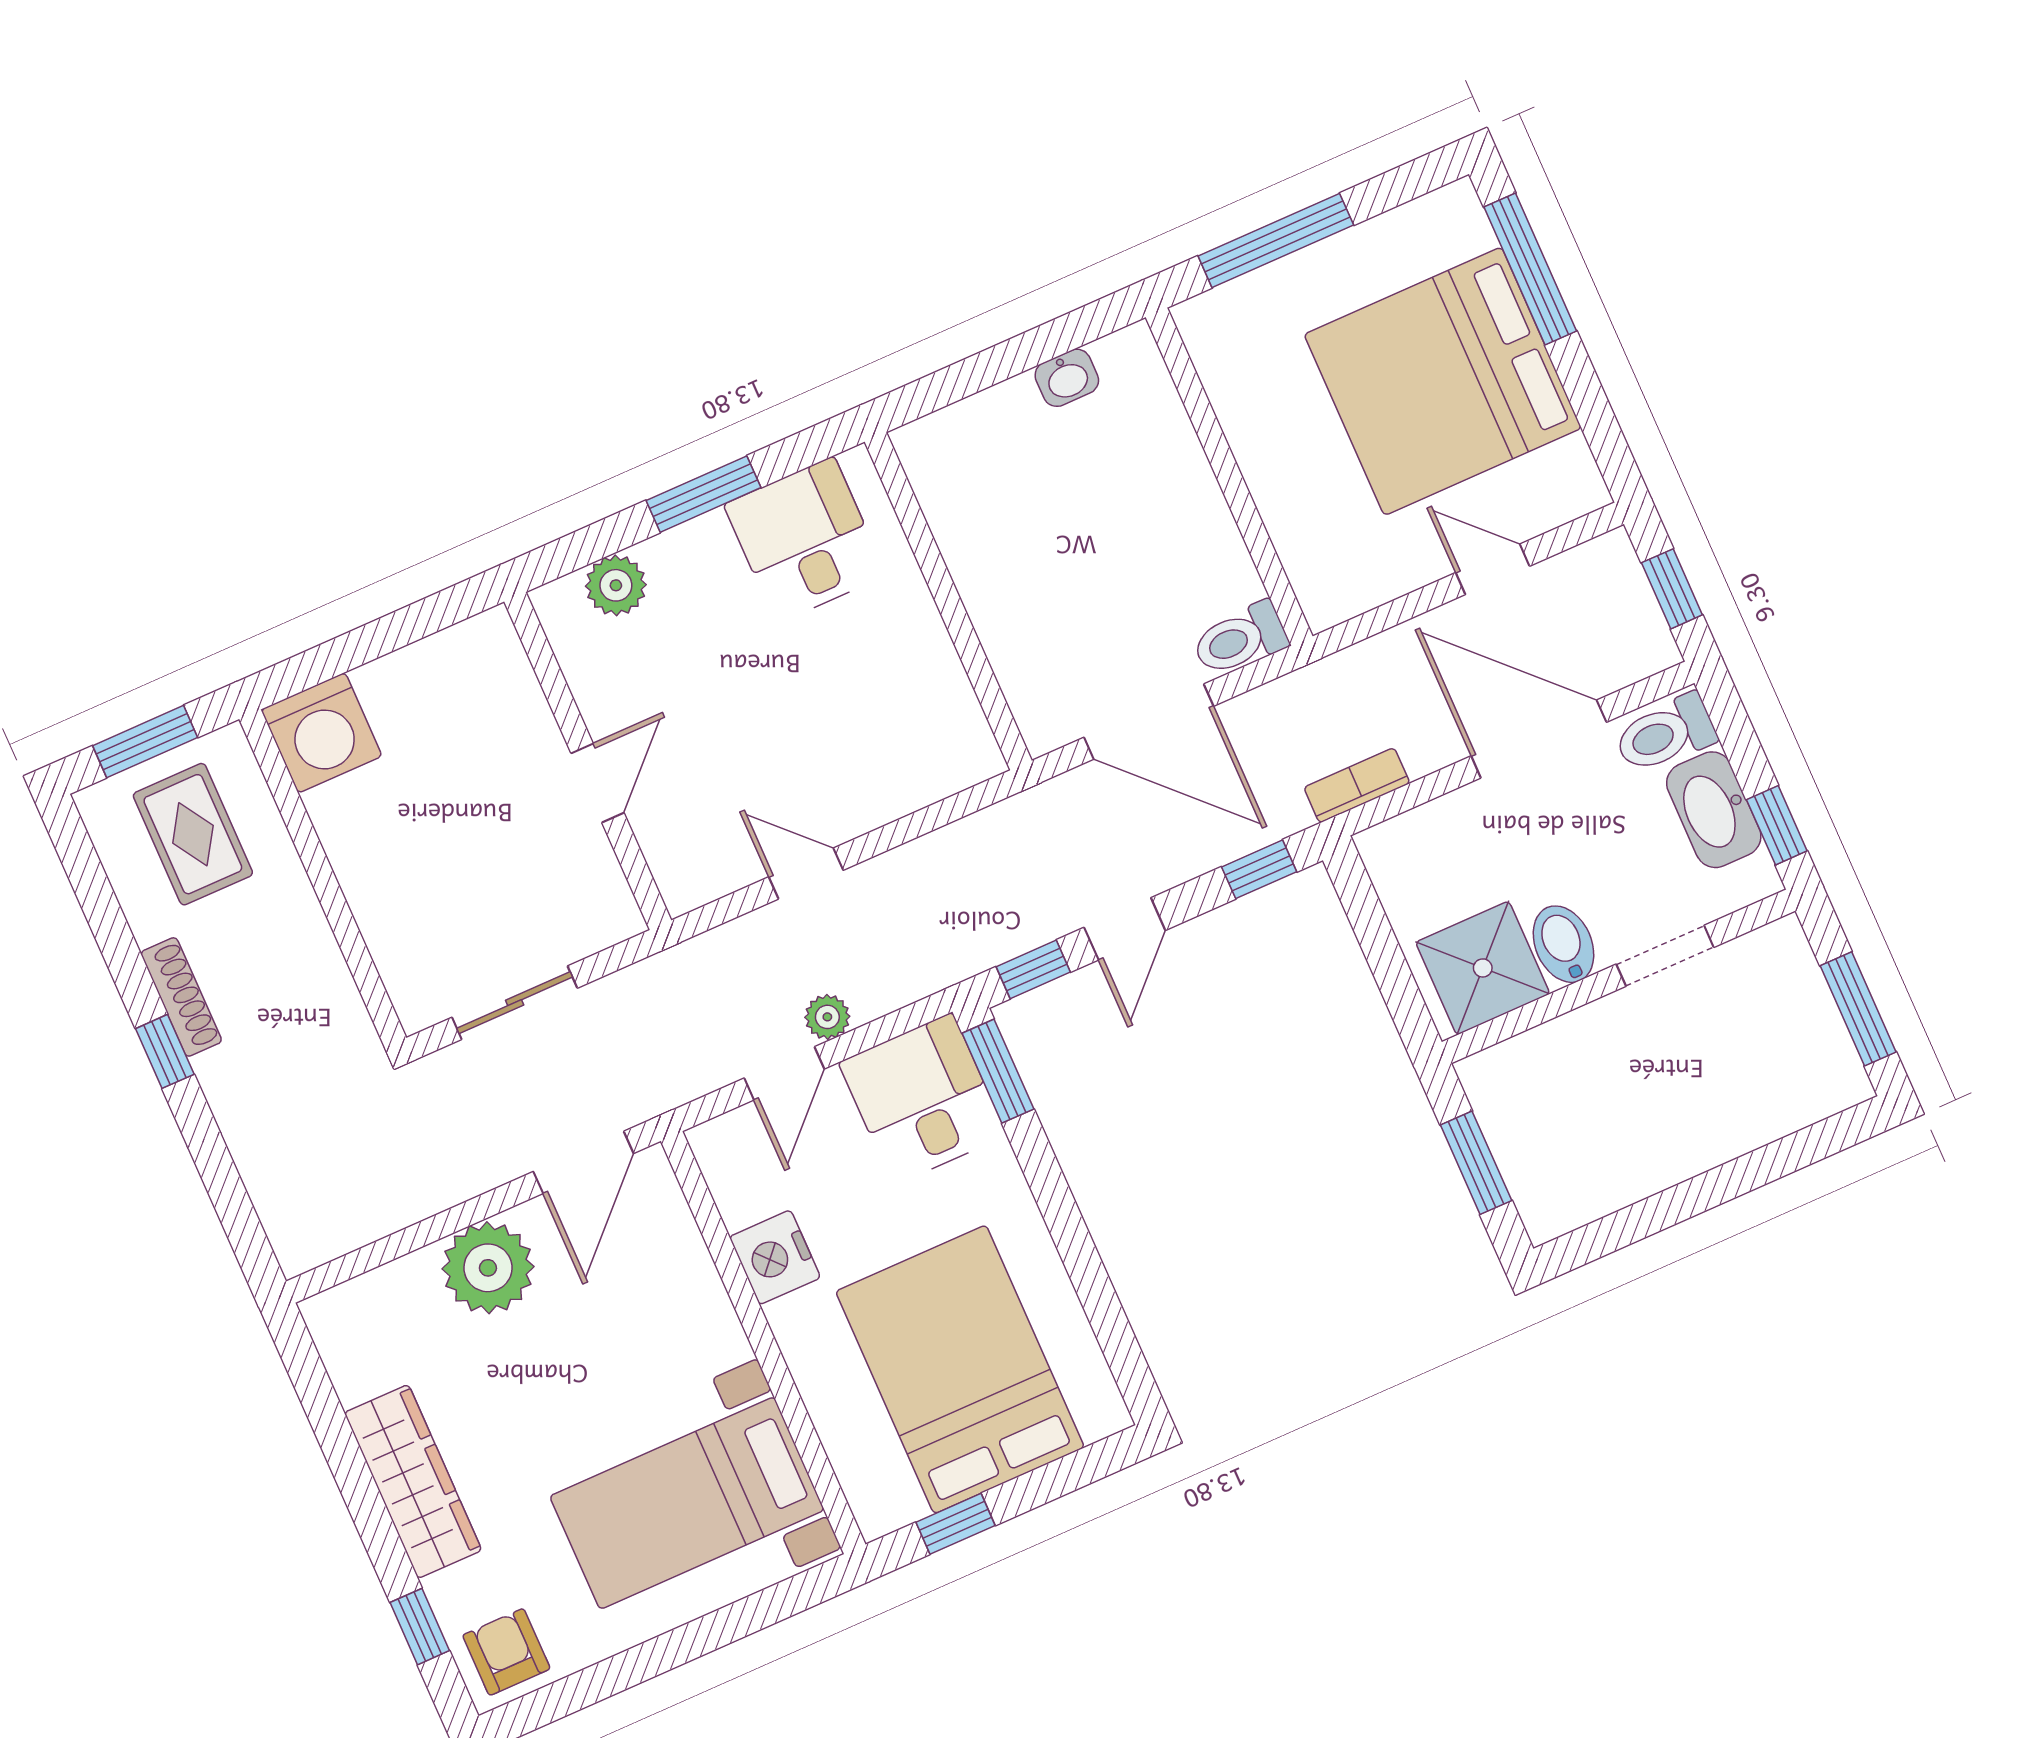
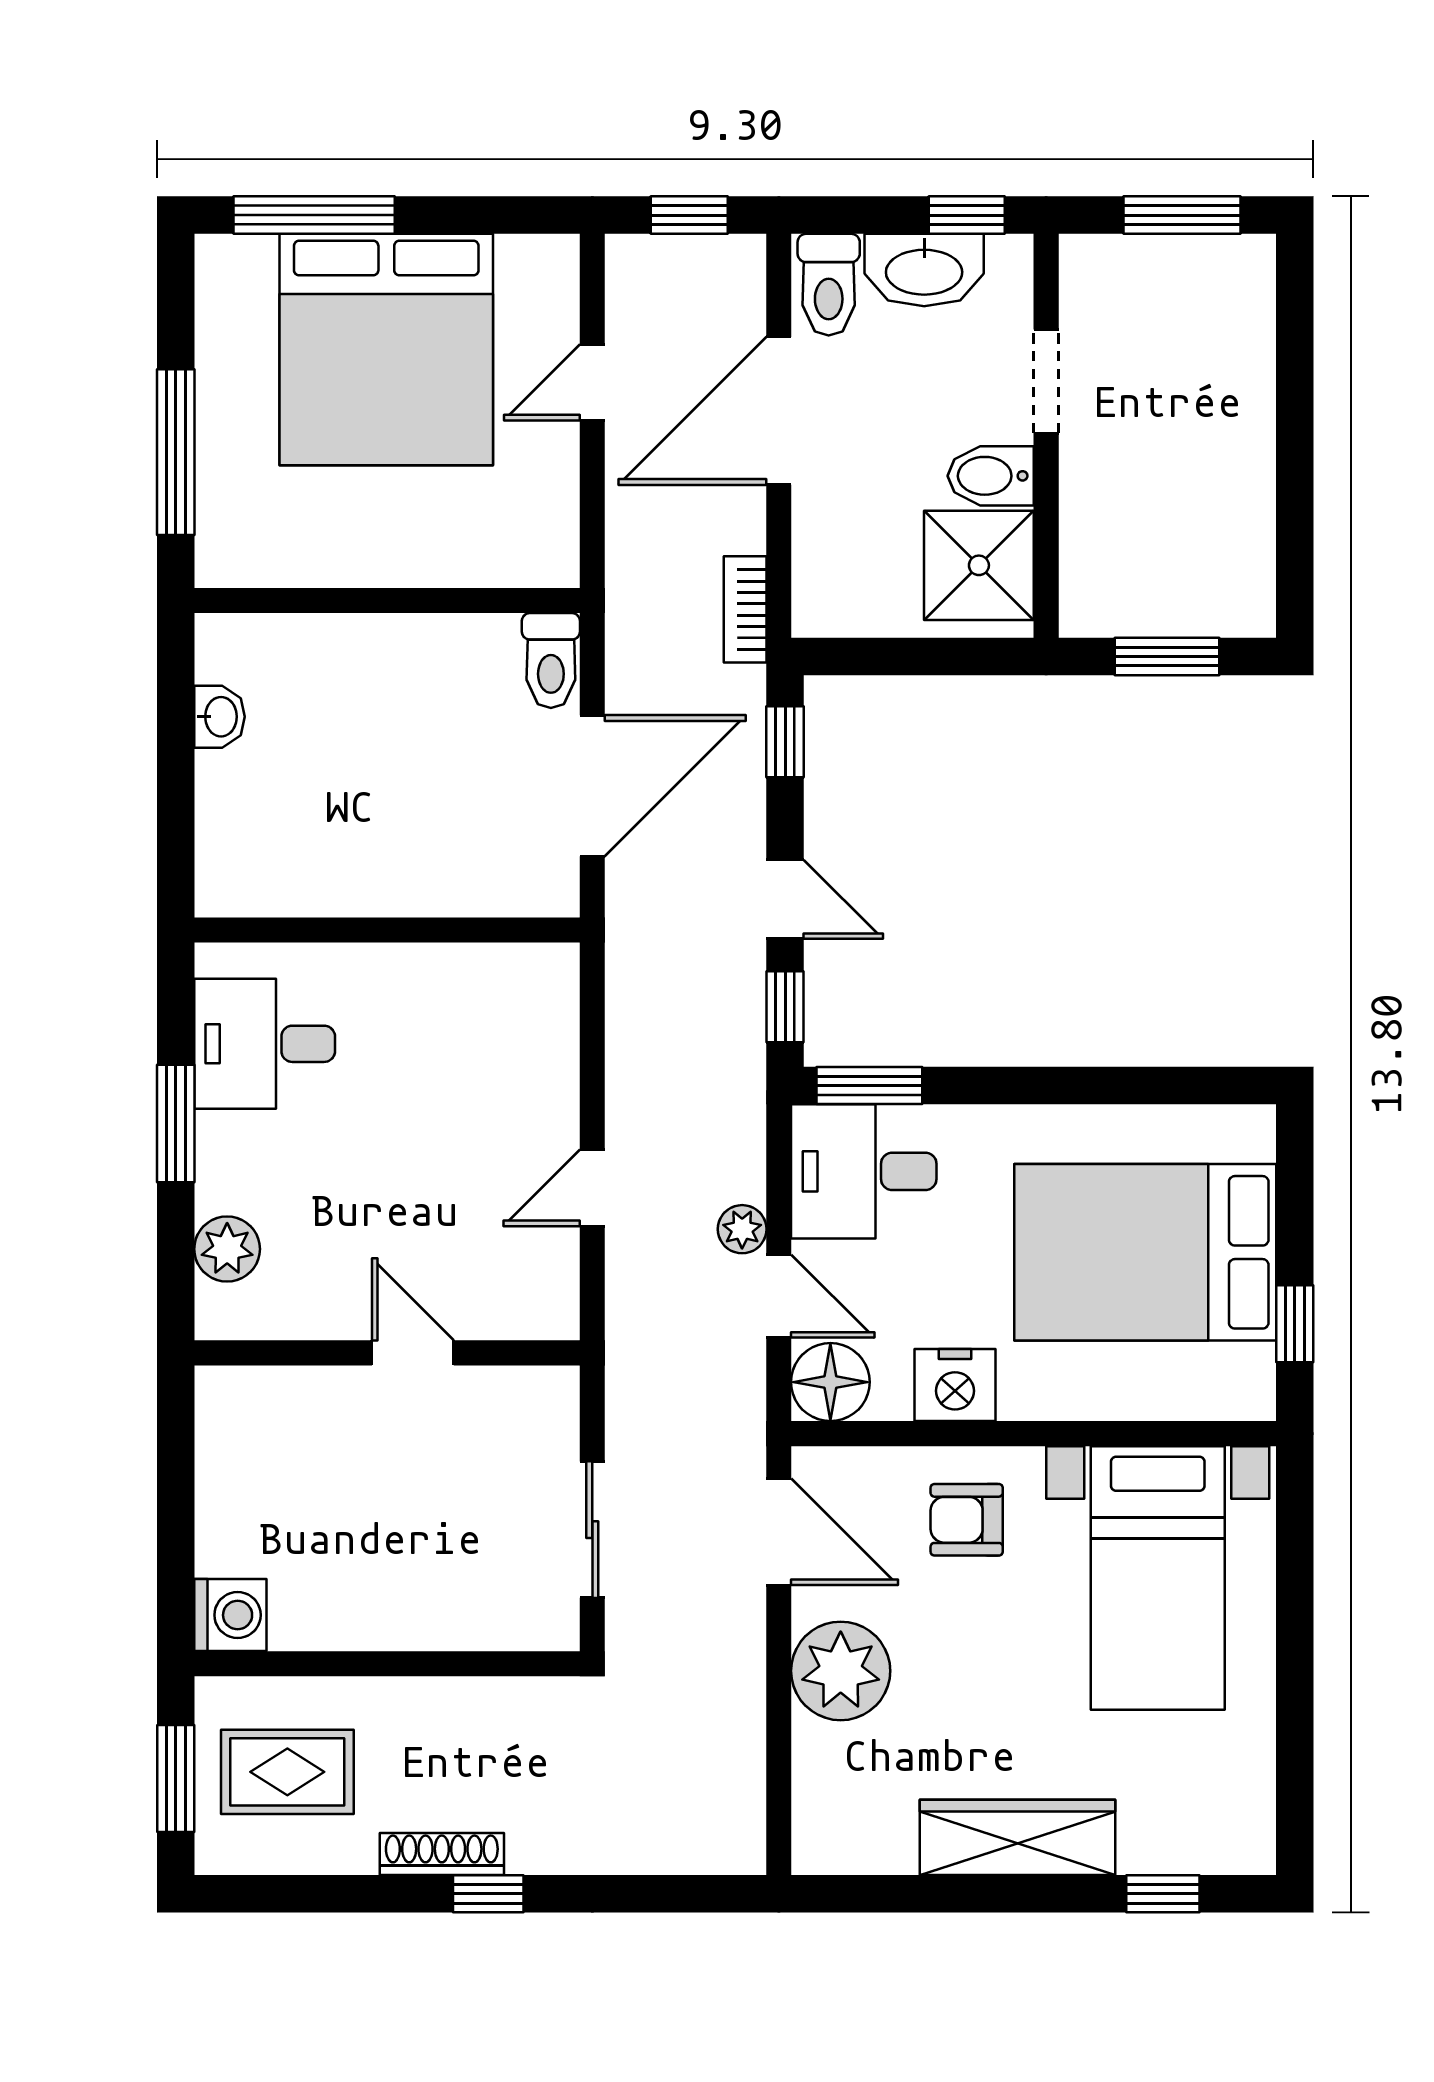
washing machine: (322, 733) -> (230, 1615), width x0.73, depth x0.73
floor lamp: (730, 1150) -> (830, 1382), added
armchair: (506, 1652) -> (967, 1520), moved

